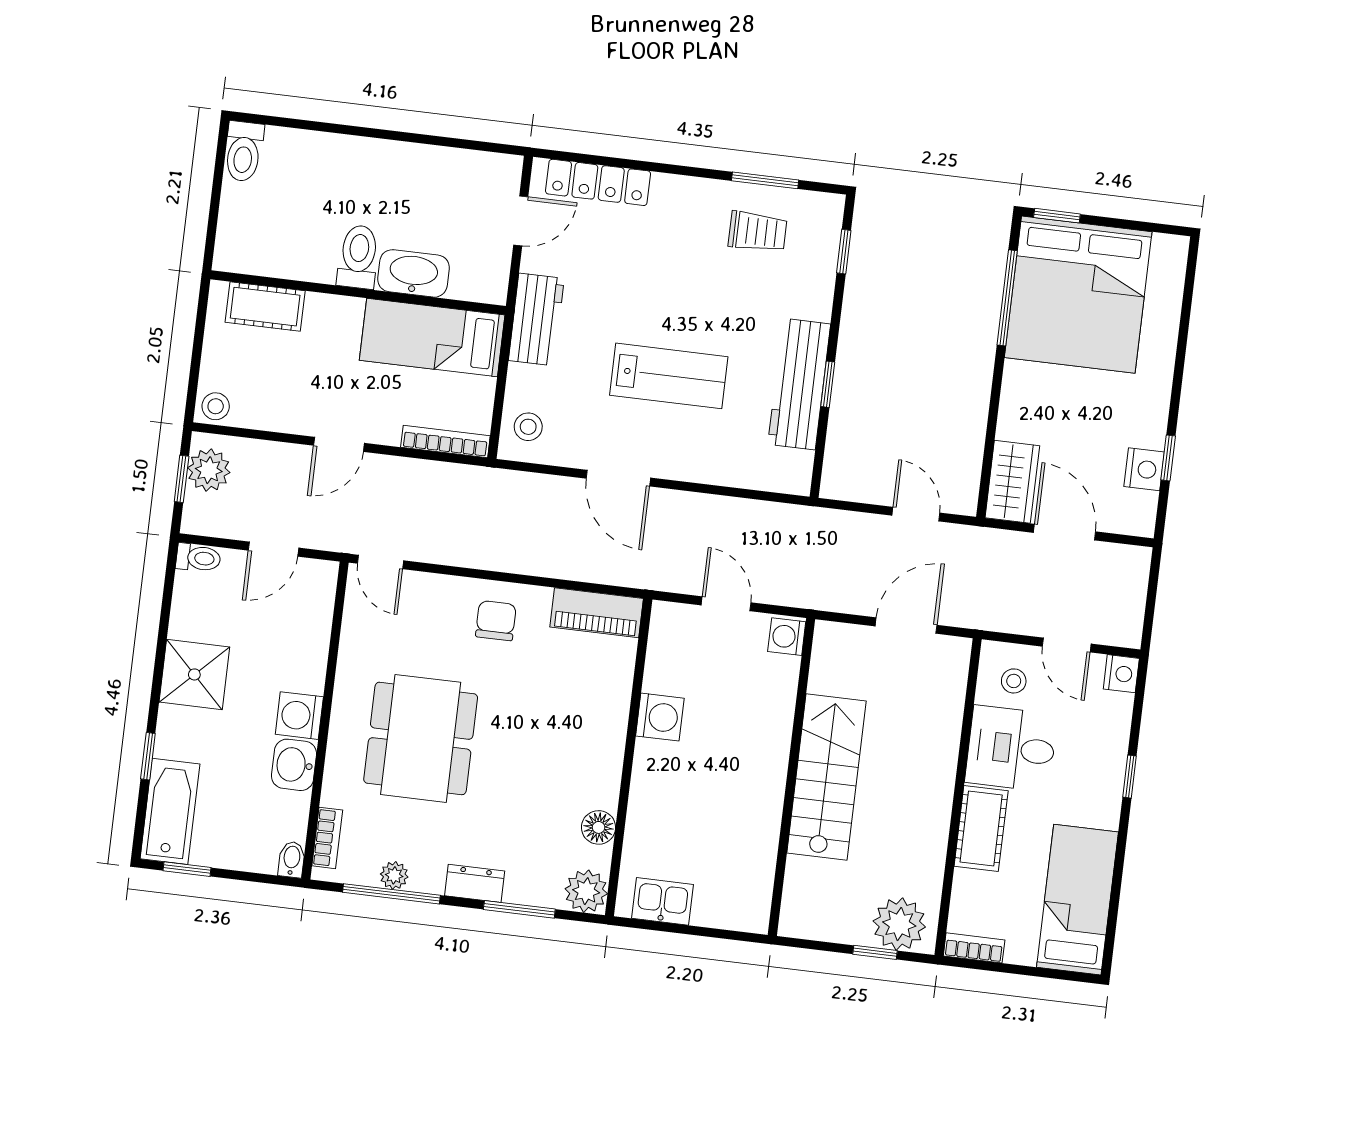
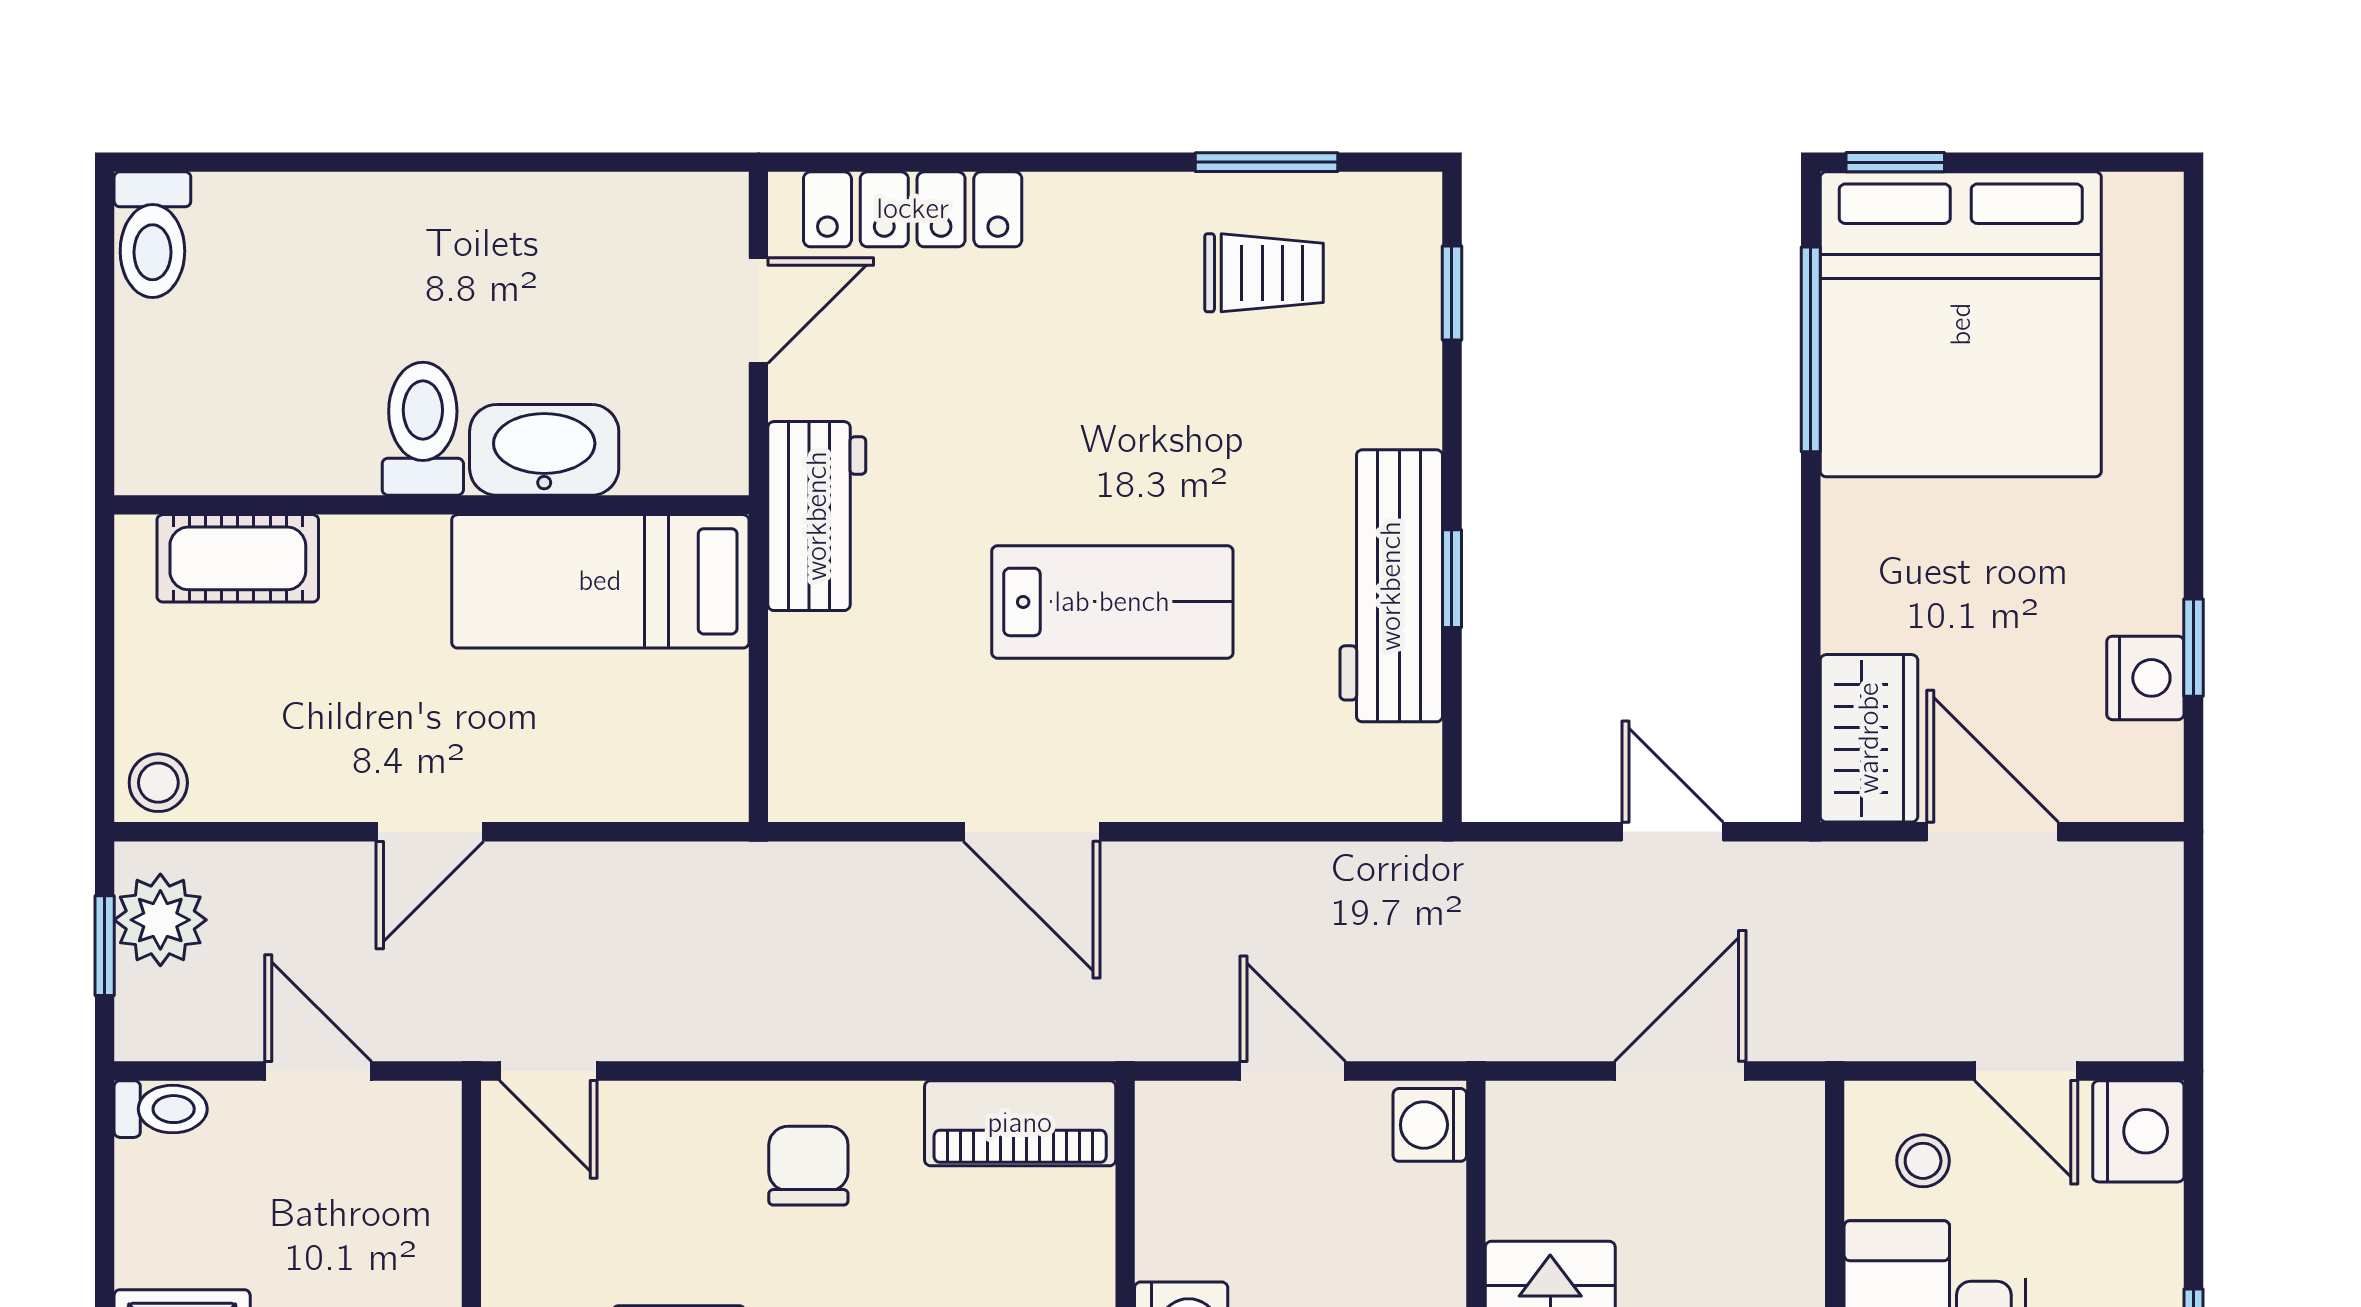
stool: (528, 427) -> (827, 746), removed
bookcase: (445, 441) -> (655, 798), removed
door: (274, 549) -> (318, 1071), swing flipped
nightstand: (1121, 674) -> (2138, 1131), width x1.36, depth x1.33

